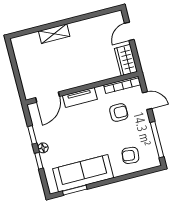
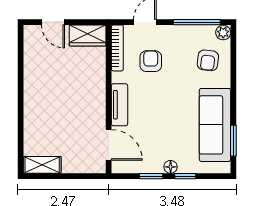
shelving: (54, 34) -> (42, 165), moved, turned 90
plant: (154, 162) -> (223, 33), added

